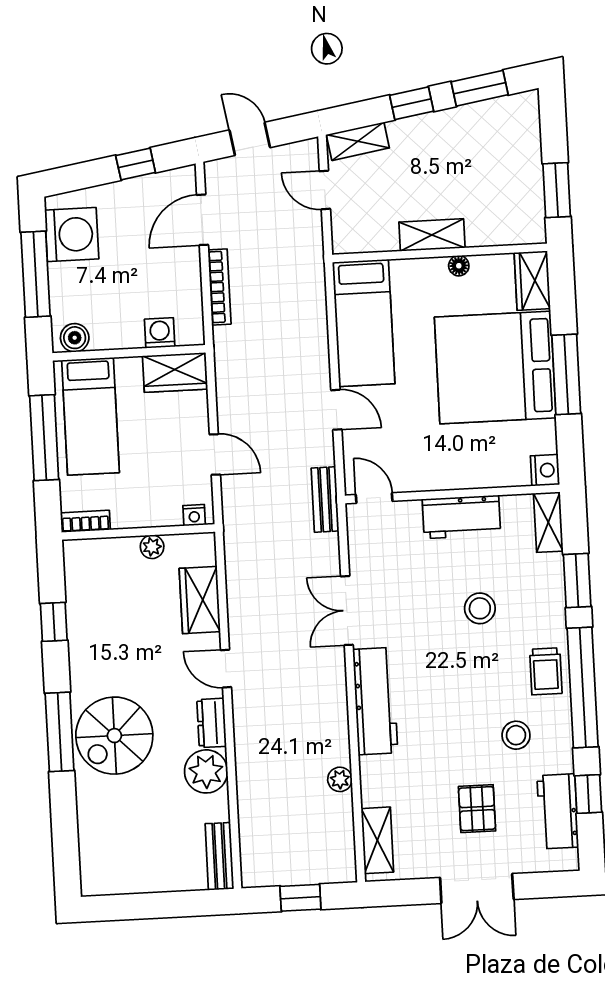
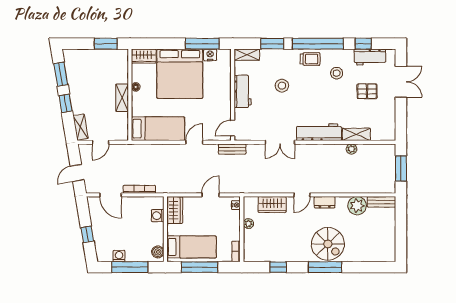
window: (136, 164) -> (87, 234), moved
washing machine: (72, 235) -> (119, 256), width x0.53, depth x0.53
window: (566, 374) -> (202, 44), moved
nightstand: (545, 470) -> (210, 55), moved
plant: (206, 771) -> (357, 206), moved
shelving: (377, 840) -> (356, 134), moved
double door: (477, 889) -> (401, 82), moved
window: (300, 898) -> (401, 168), width x1.50

